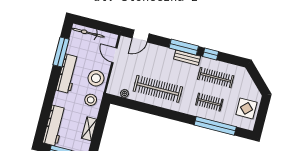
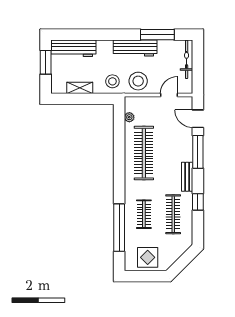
window: (184, 47) -> (198, 152), moved

